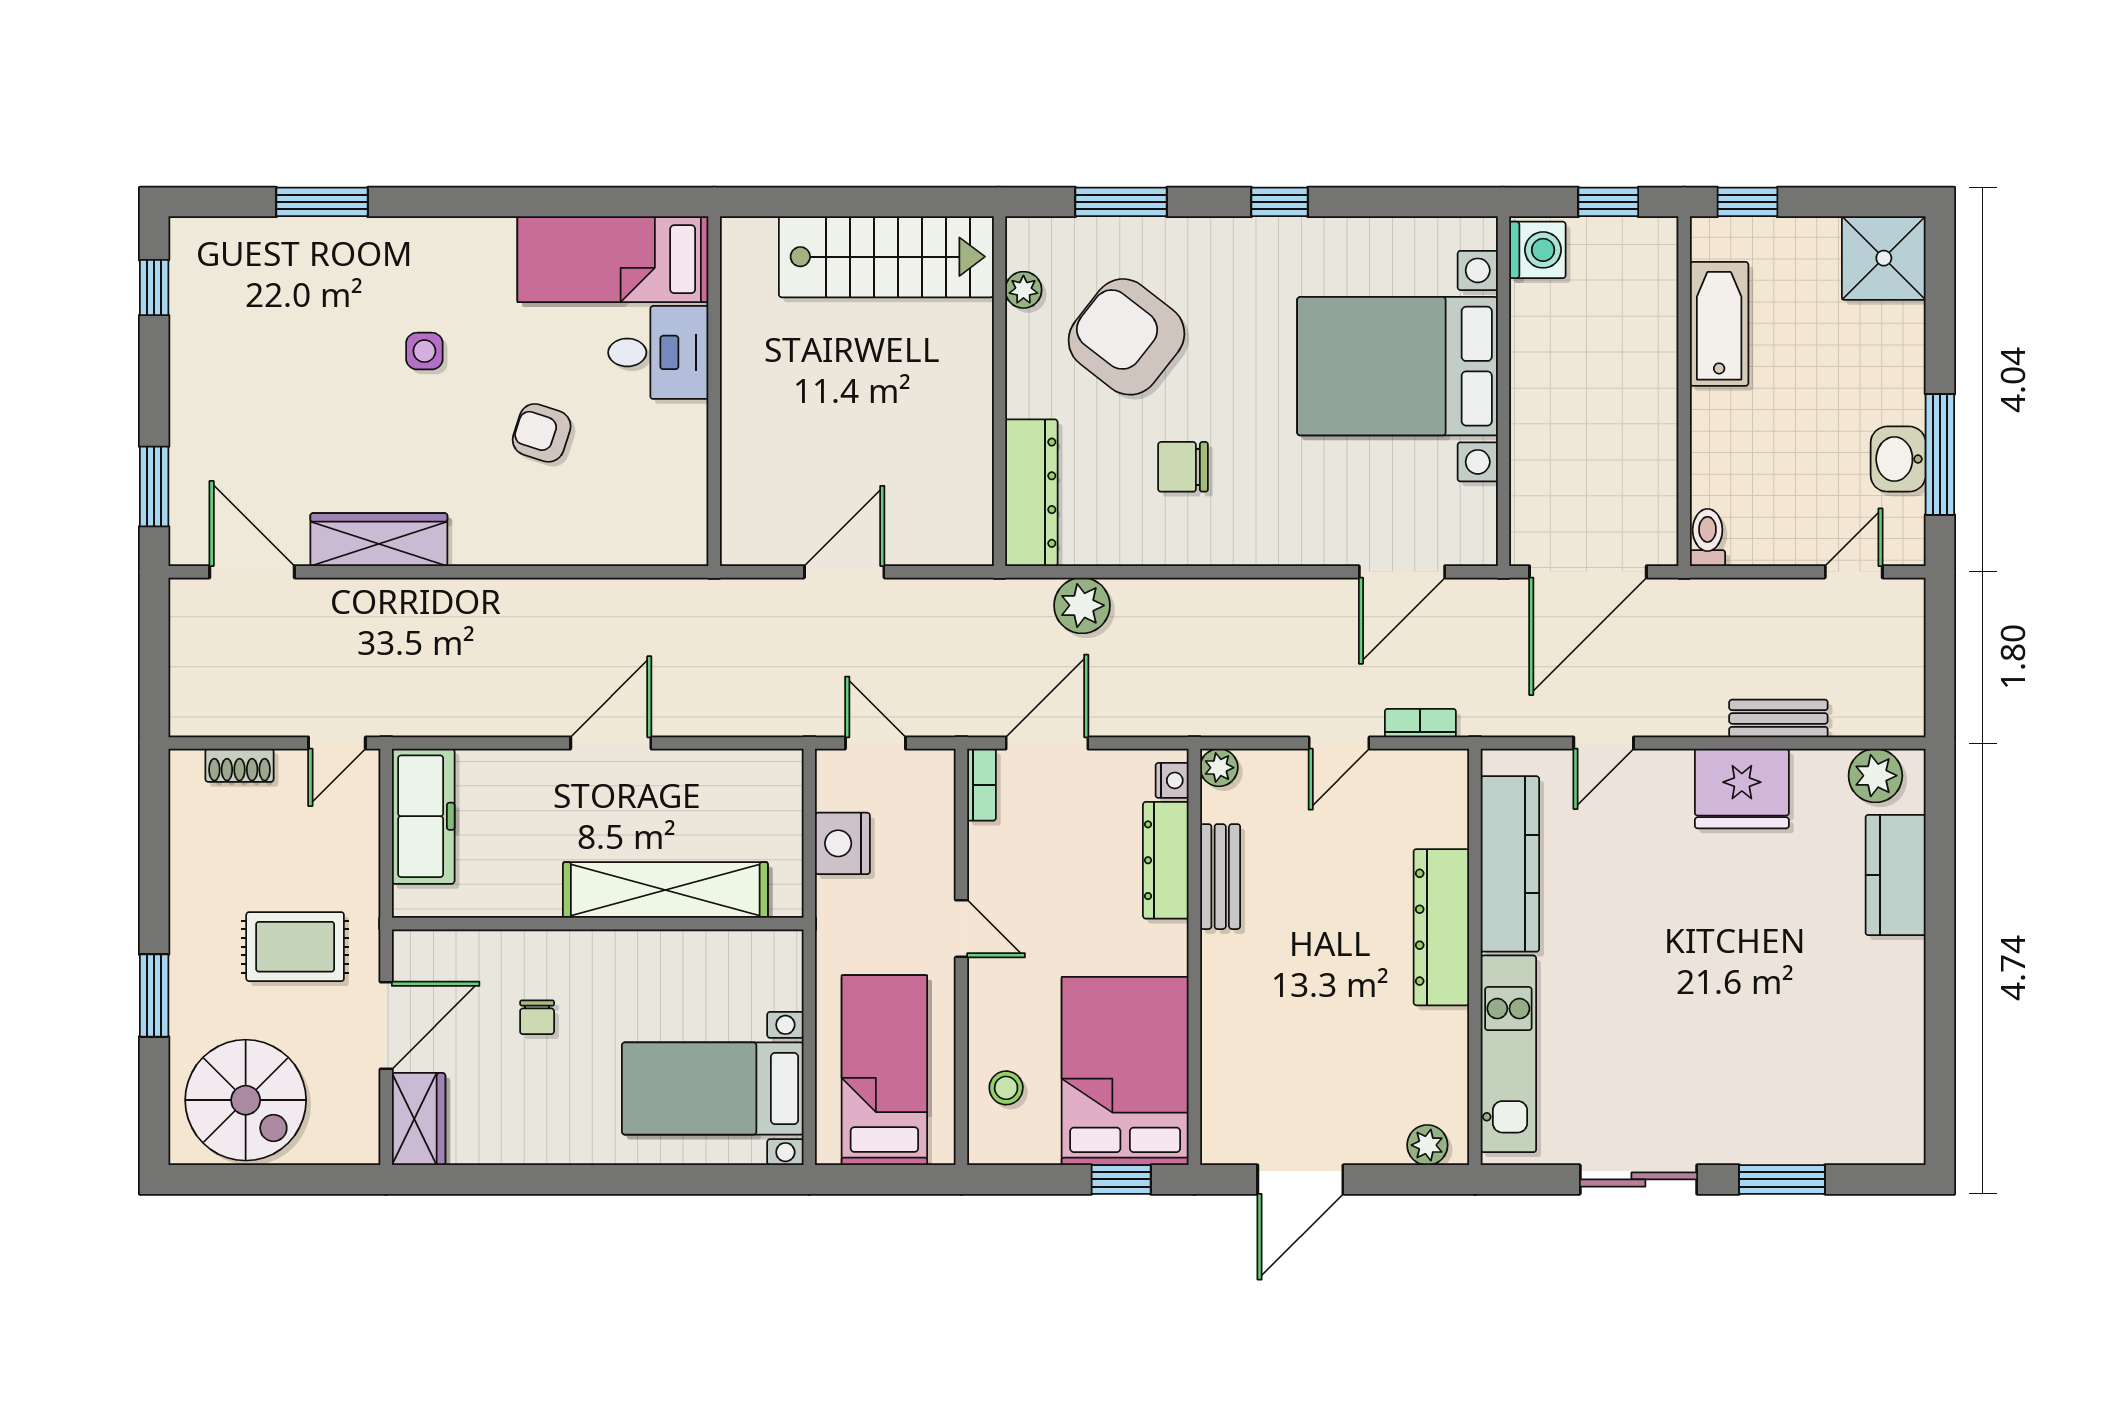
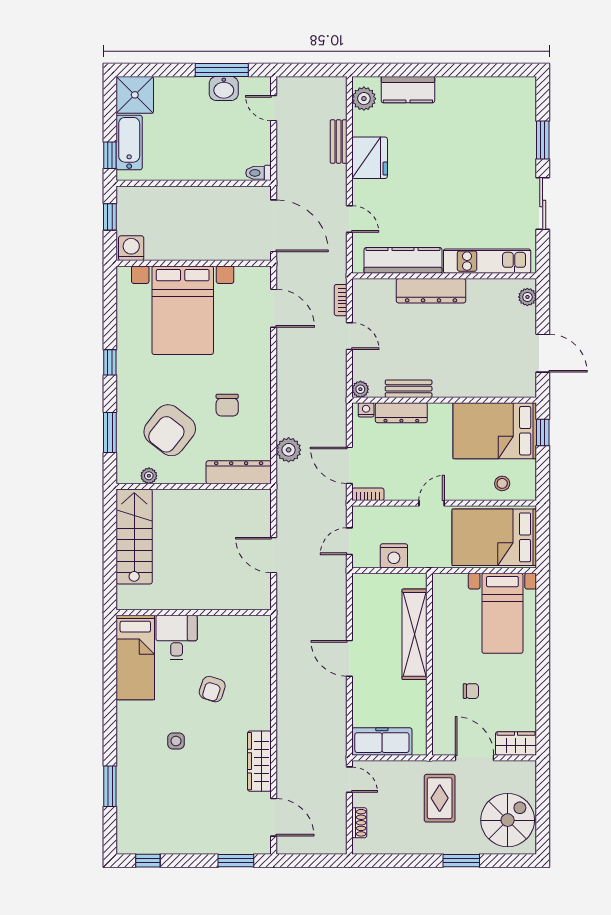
bathtub: (1719, 324) -> (129, 143), moved, turned 90
door: (252, 572) -> (274, 817), swing flipped
bed: (884, 1070) -> (494, 537), width x1.50

